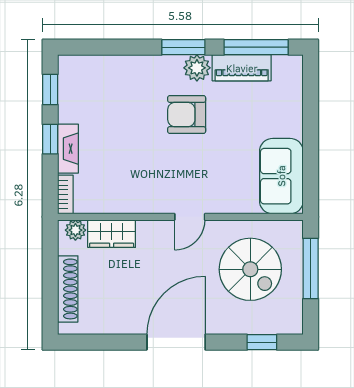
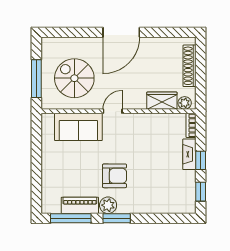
sofa: (281, 176) -> (78, 127), moved, turned 90
window: (262, 342) -> (67, 32), removed

